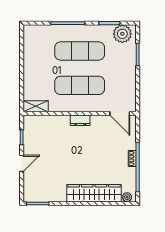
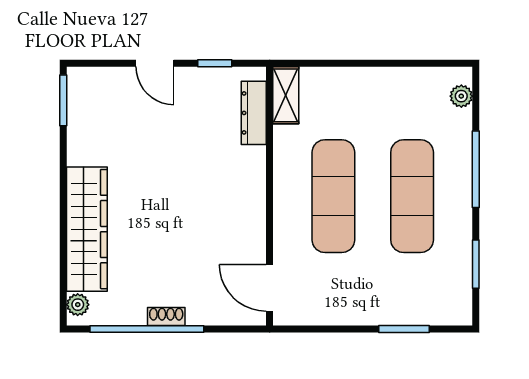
plant: (122, 34) -> (461, 96), moved, width x0.53, depth x0.53
door: (120, 113) -> (270, 288), hinge flipped
dresser: (80, 120) -> (254, 113), moved, width x1.44

